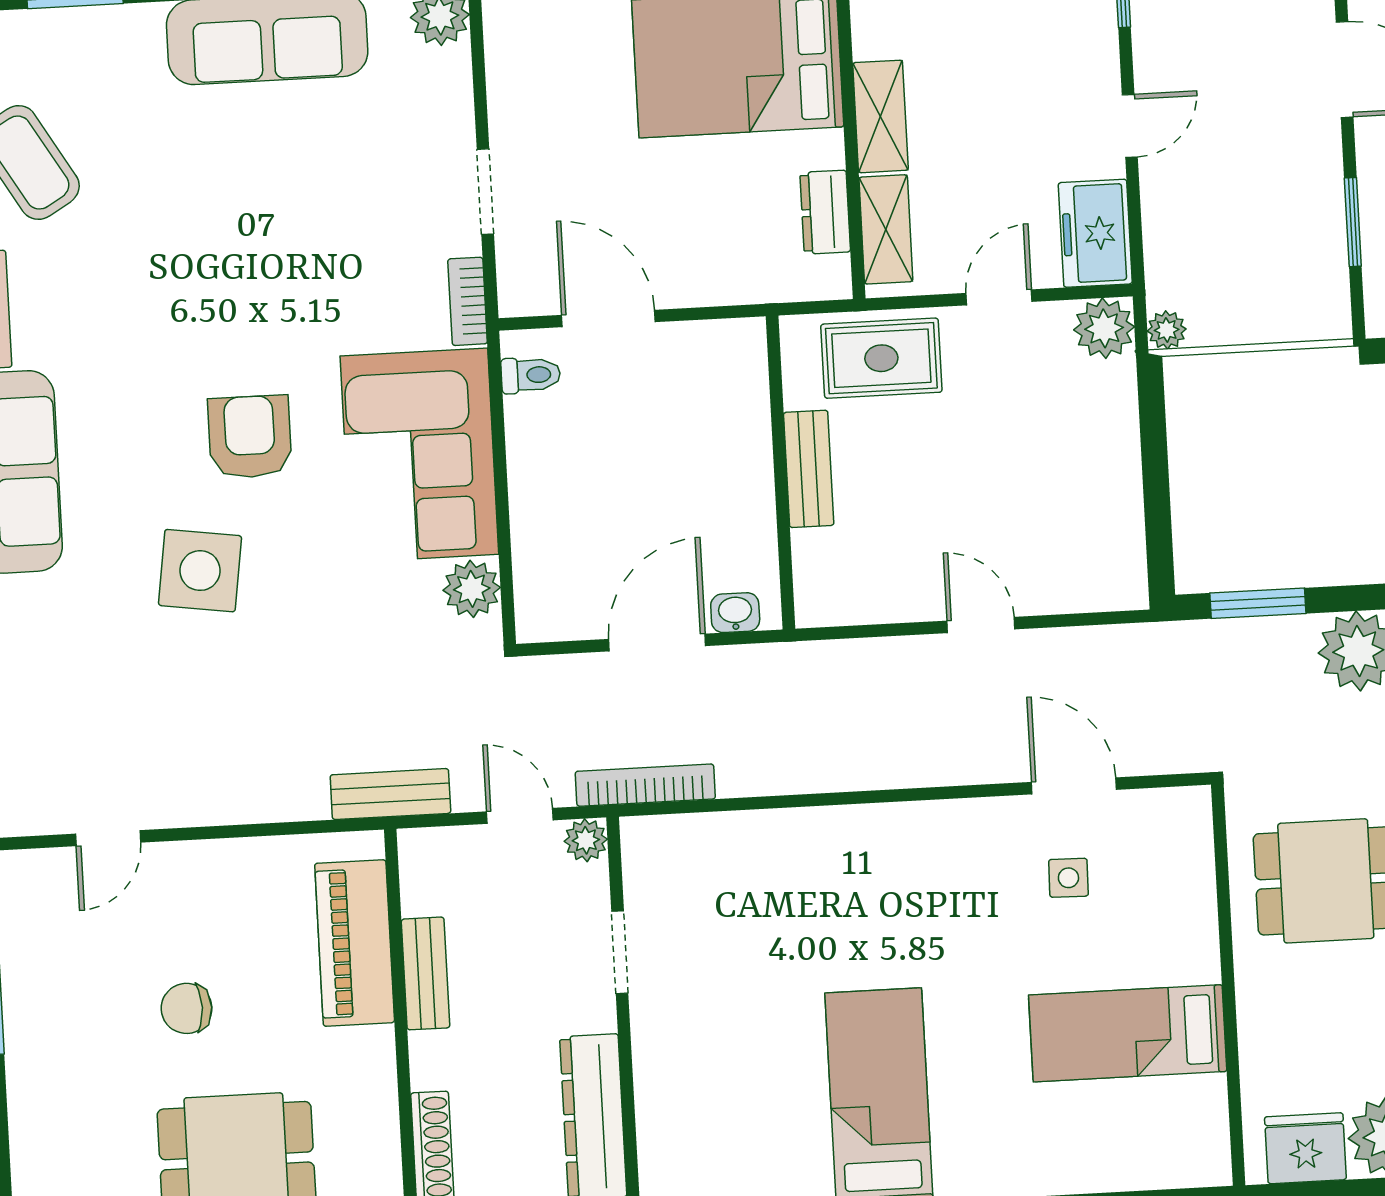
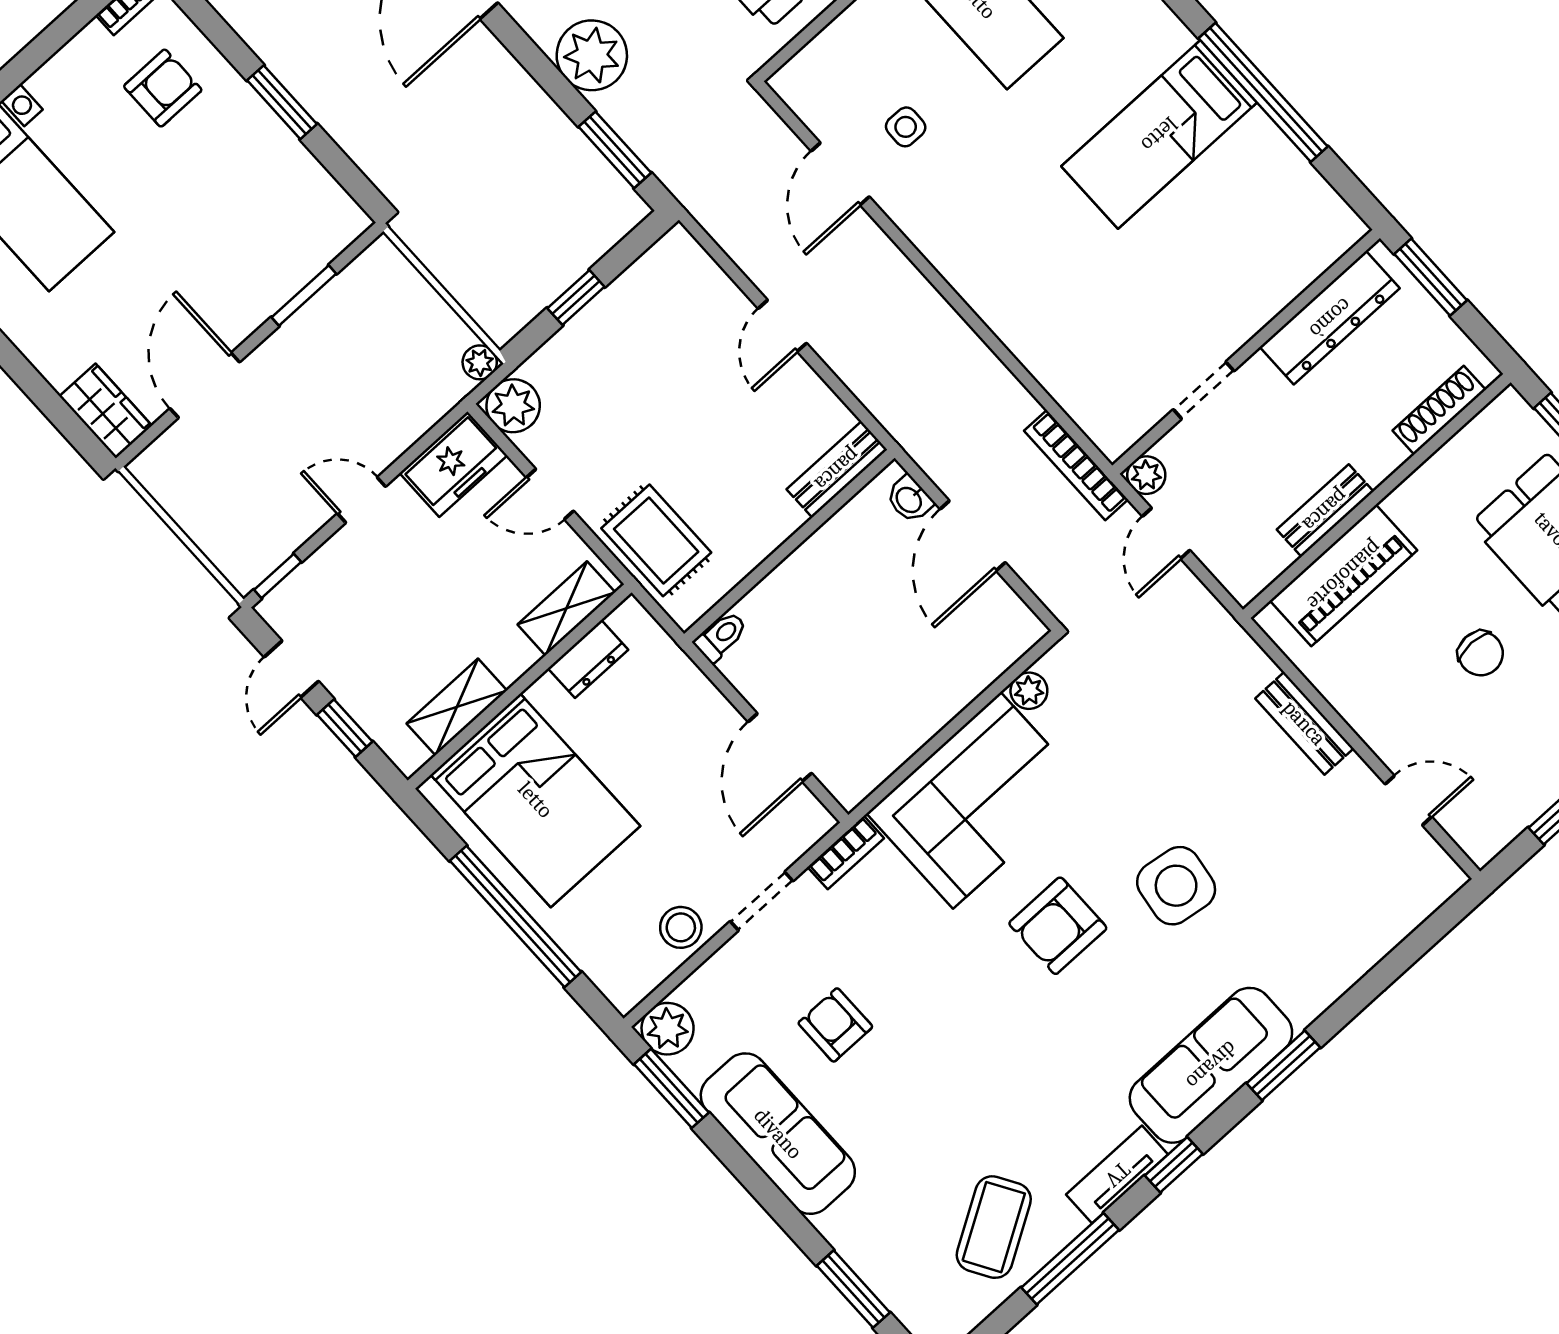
stool: (520, 101) -> (681, 927), added
shelving: (880, 116) -> (457, 707), moved
armchair: (322, 168) -> (835, 1025), added
toilet: (531, 375) -> (721, 636), moved, turned 90
window: (1155, 462) -> (576, 297), added
bench: (809, 469) -> (837, 469), moved
plant: (472, 589) -> (1029, 691), width x0.73, depth x0.73
door: (657, 643) -> (973, 536), hinge flipped
bench: (390, 794) -> (1304, 723), moved

